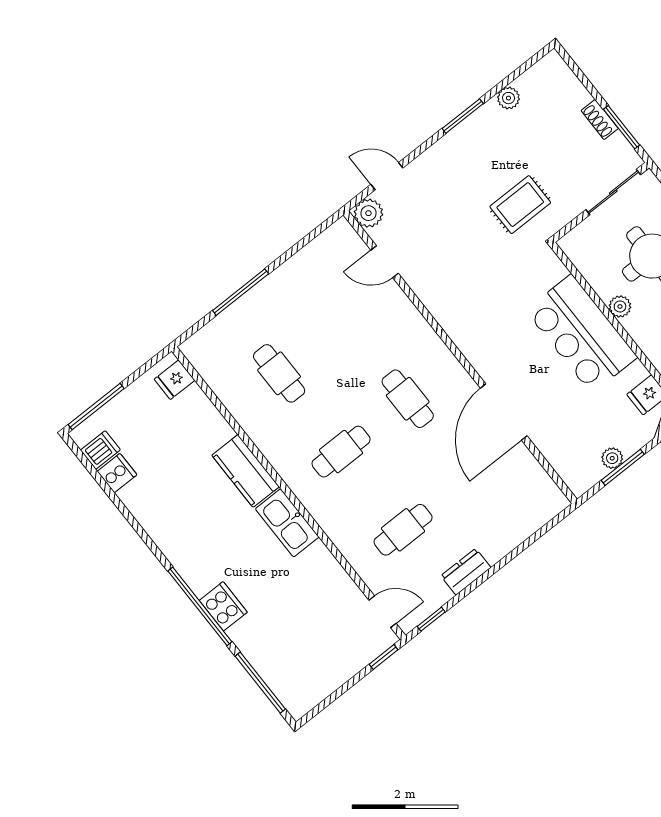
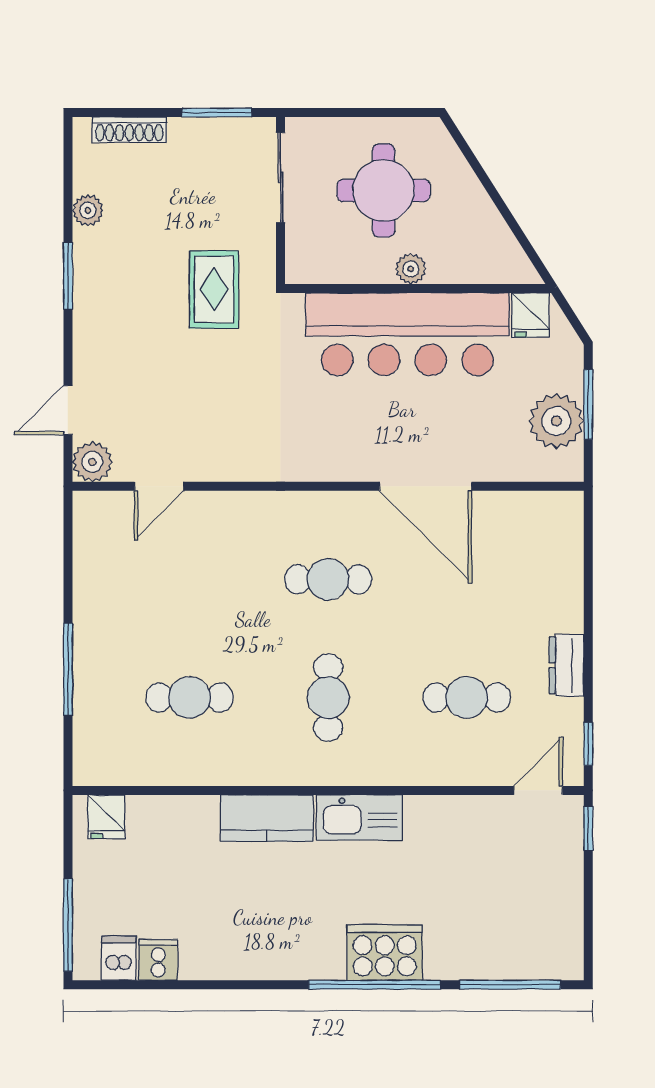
shoe rack: (600, 120) -> (129, 130), moved, width x1.43
bar counter: (581, 334) -> (407, 334), width x1.36
plant: (612, 458) -> (556, 421), width x1.87, depth x1.87
cafe table: (403, 530) -> (467, 697), turned 90
cooker: (223, 606) -> (385, 952), width x1.37, depth x1.31

